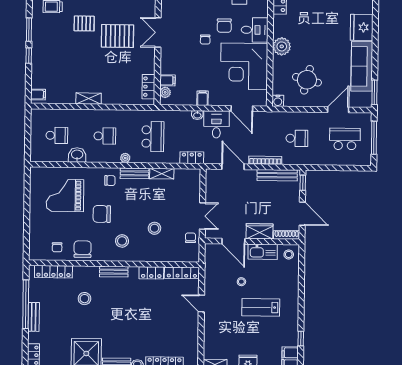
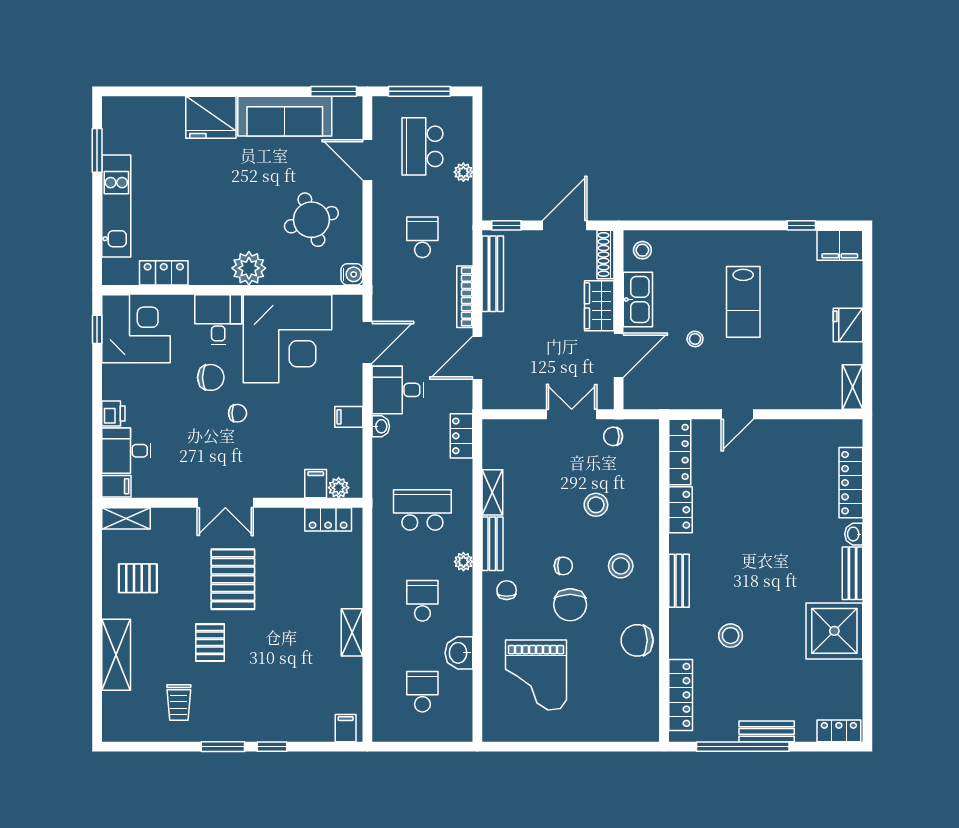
round table: (307, 80) -> (311, 220), turned -32
plant: (331, 160) -> (463, 172), added
chair: (57, 247) -> (563, 566), moved

